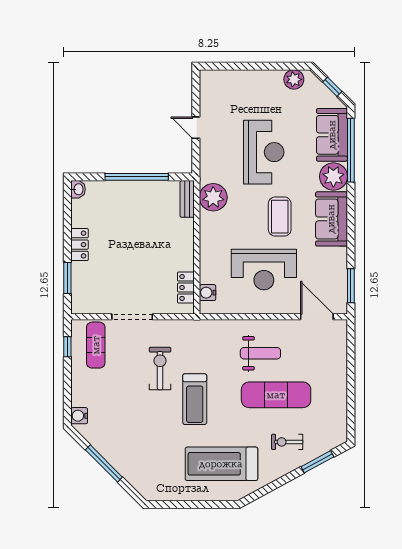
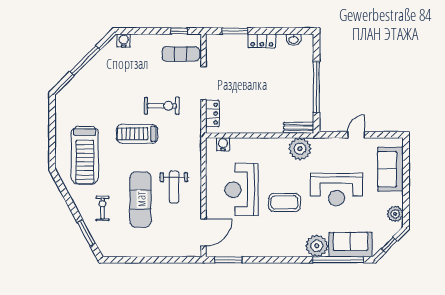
washbasin: (78, 189) -> (294, 40), moved
sofa: (331, 219) -> (390, 169), moved, turned -90
locker: (186, 288) -> (212, 114), moved, turned 90
treadmill: (221, 464) -> (85, 155), turned 180

